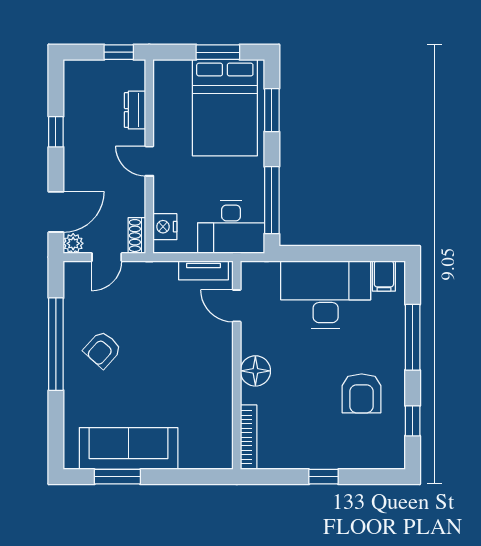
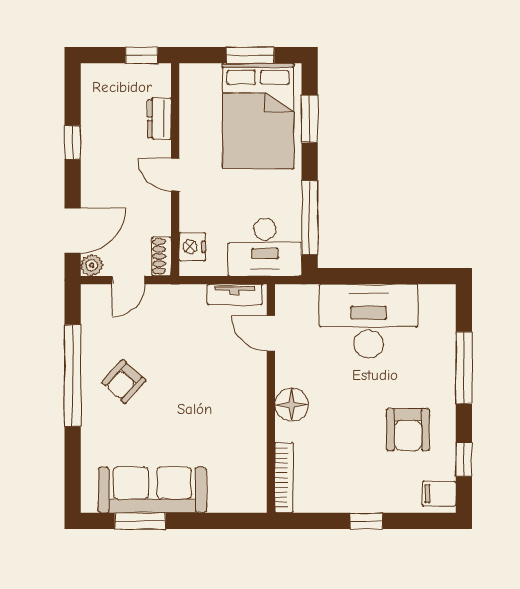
filing cabinet: (384, 276) -> (439, 494), moved, turned 90

